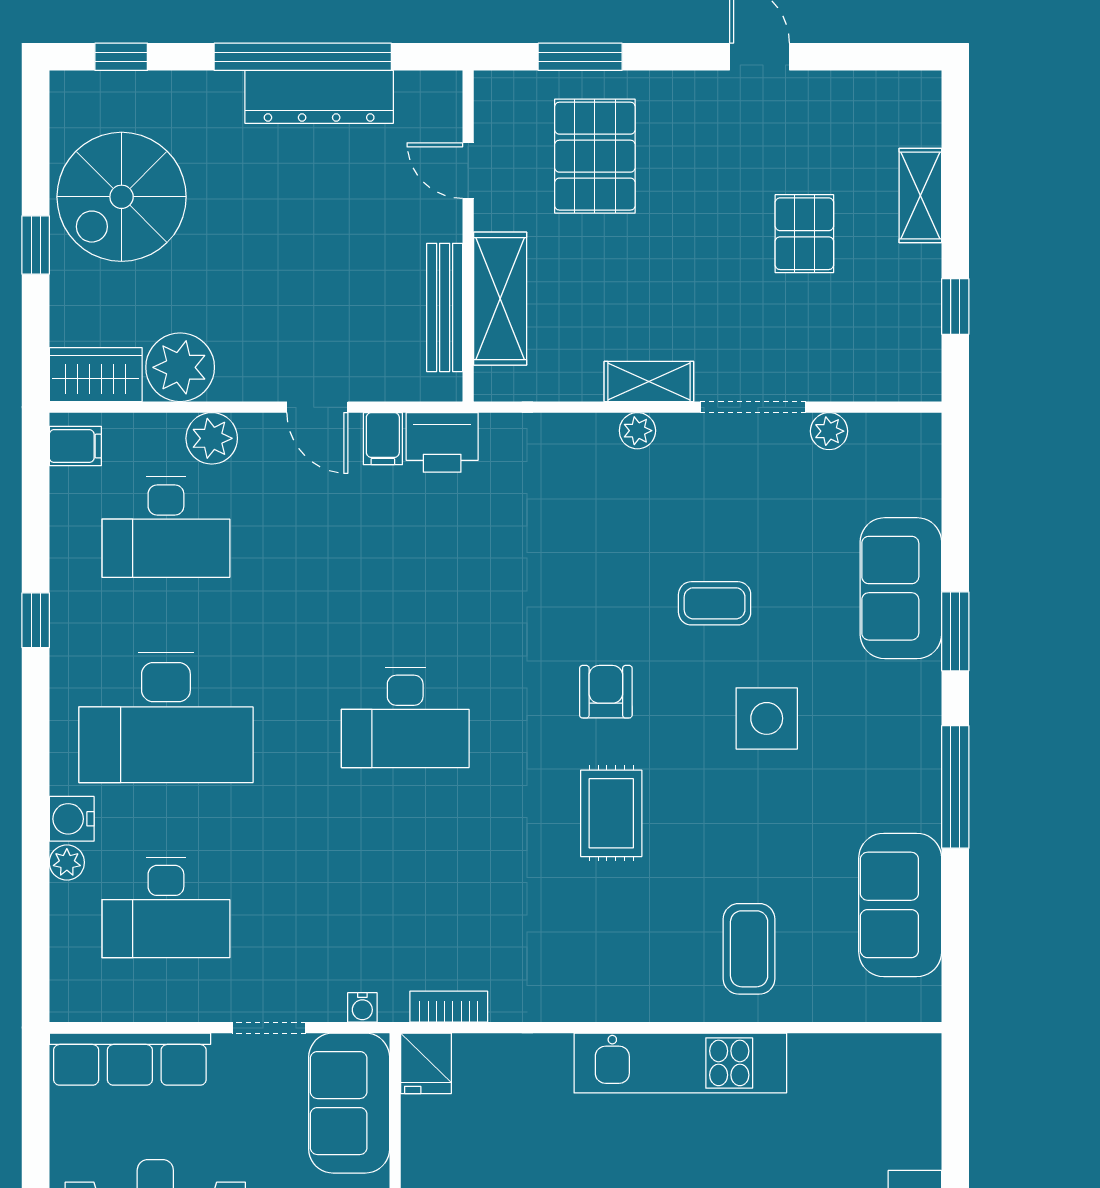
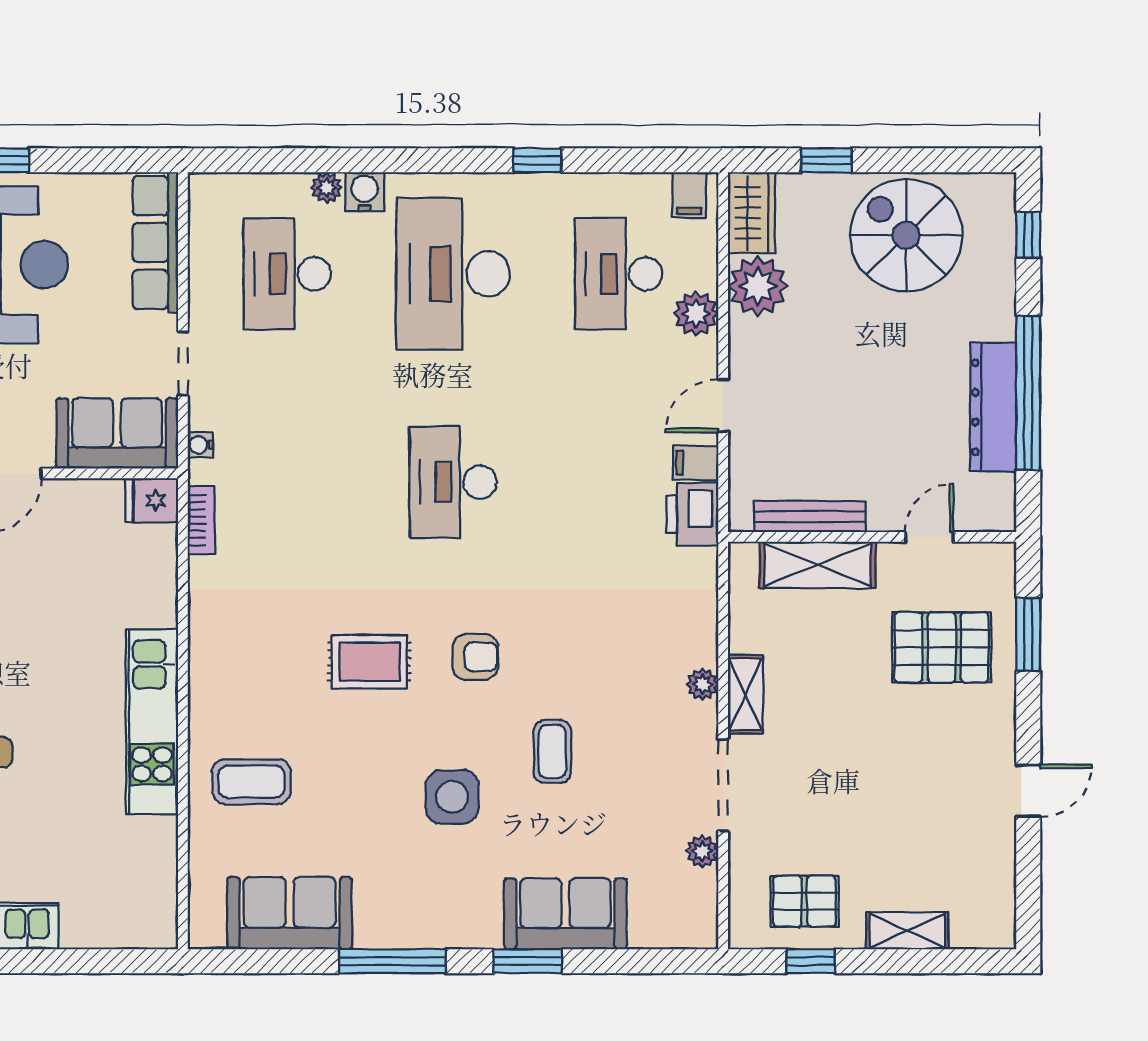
pallet: (804, 234) -> (804, 901), moved
window: (36, 245) -> (826, 160), moved

